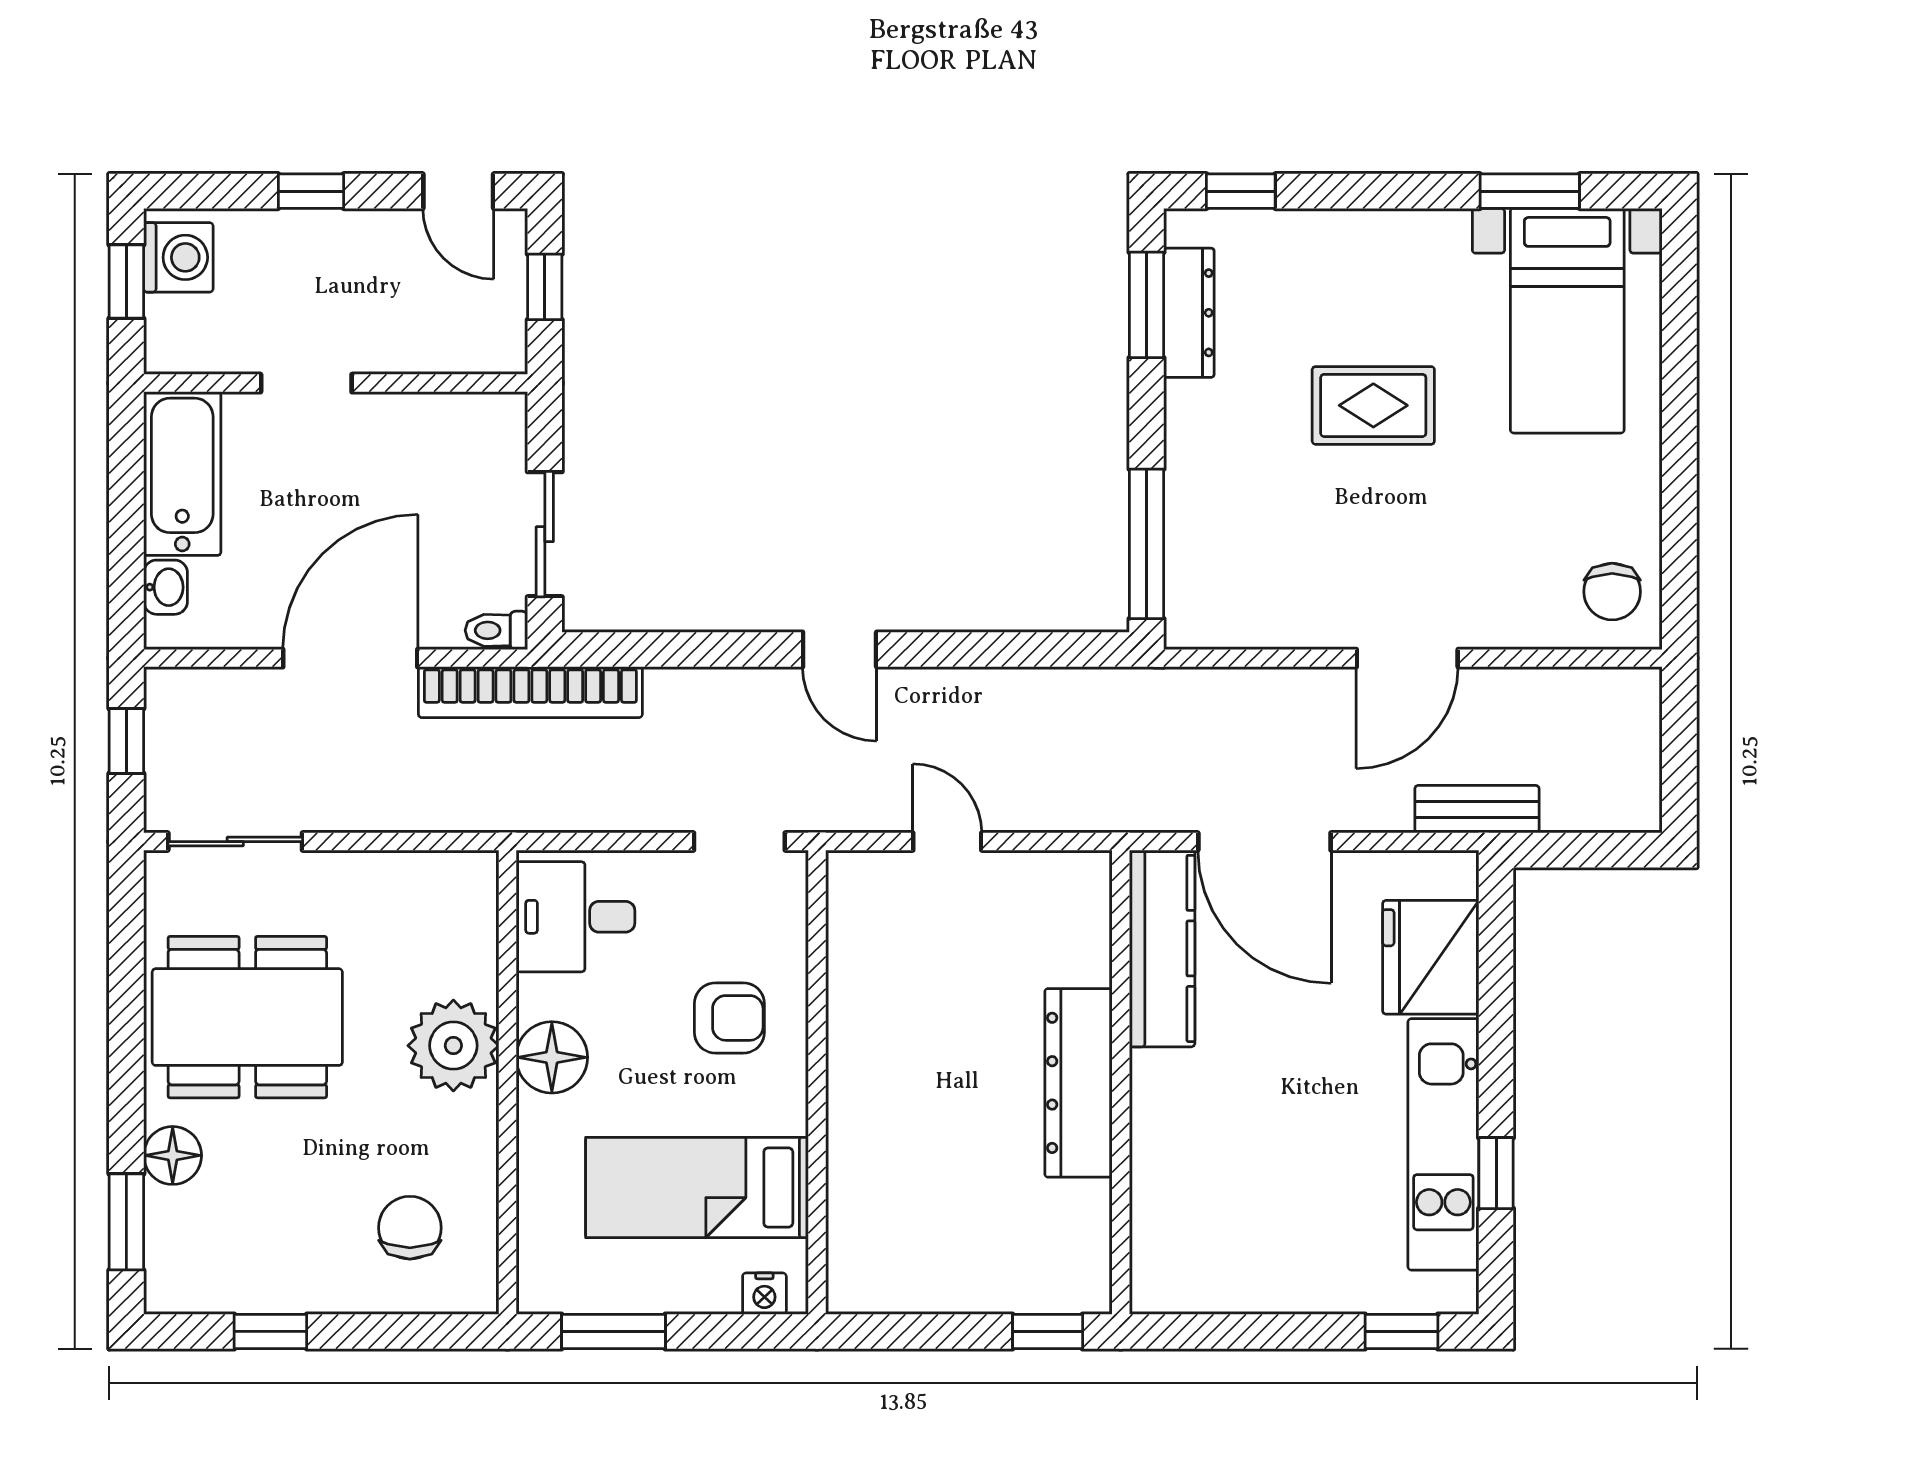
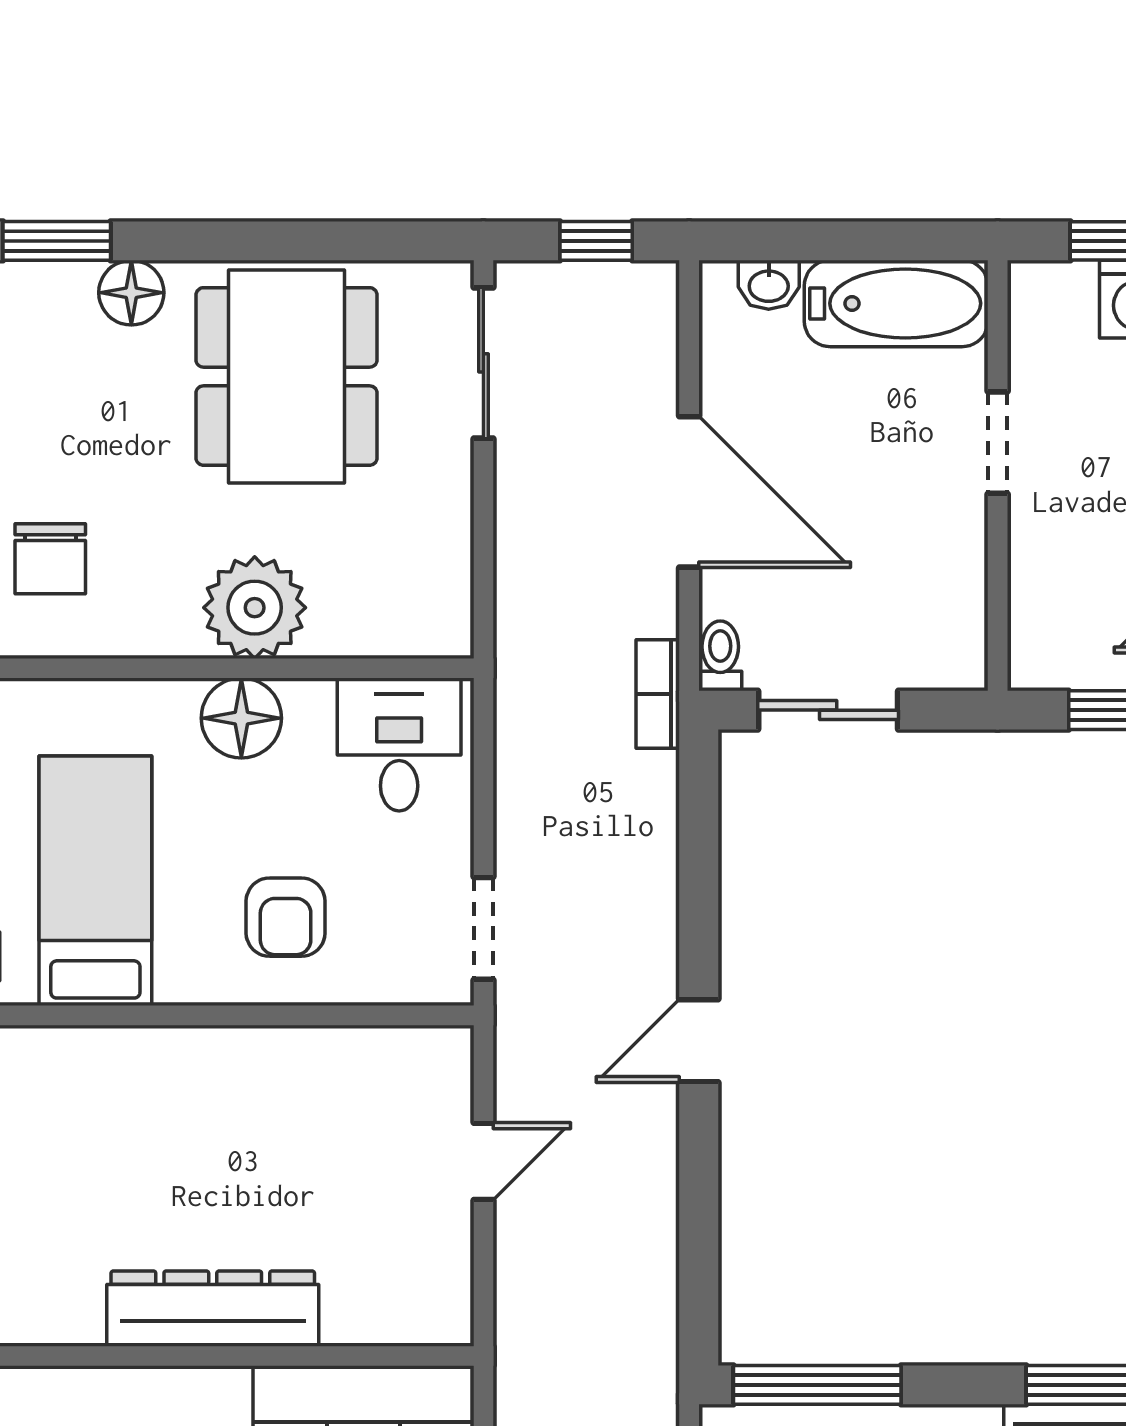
bookcase: (530, 692) -> (658, 694), width x0.43, depth x0.76
chair: (410, 1228) -> (50, 559), turned 90

